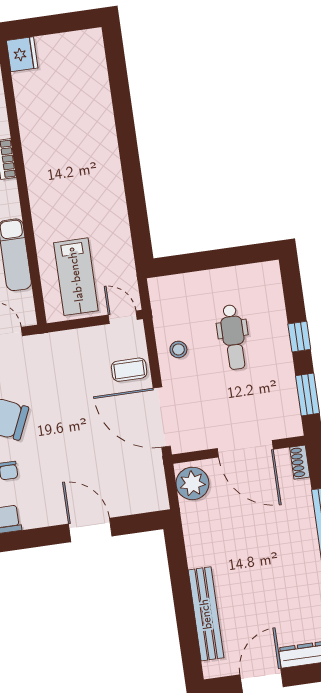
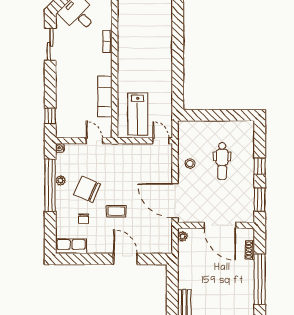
coffee table: (129, 370) -> (116, 211), moved
shoe rack: (300, 462) -> (250, 250), moved
plant: (192, 483) -> (183, 236), width x0.53, depth x0.53

